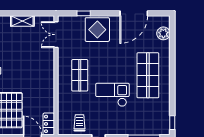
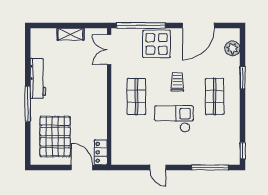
window: (84, 13) -> (141, 26), width x3.17
window: (172, 59) -> (243, 78), added
shop shelf: (148, 75) -> (215, 96), width x0.70, depth x0.74
trolley: (80, 123) -> (177, 82), moved

